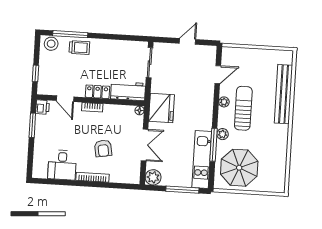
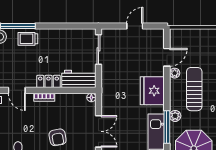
trolley: (79, 48) -> (28, 39), turned 180
plant: (224, 102) -> (175, 73), moved
fridge: (162, 108) -> (152, 91), moved, turned 180

